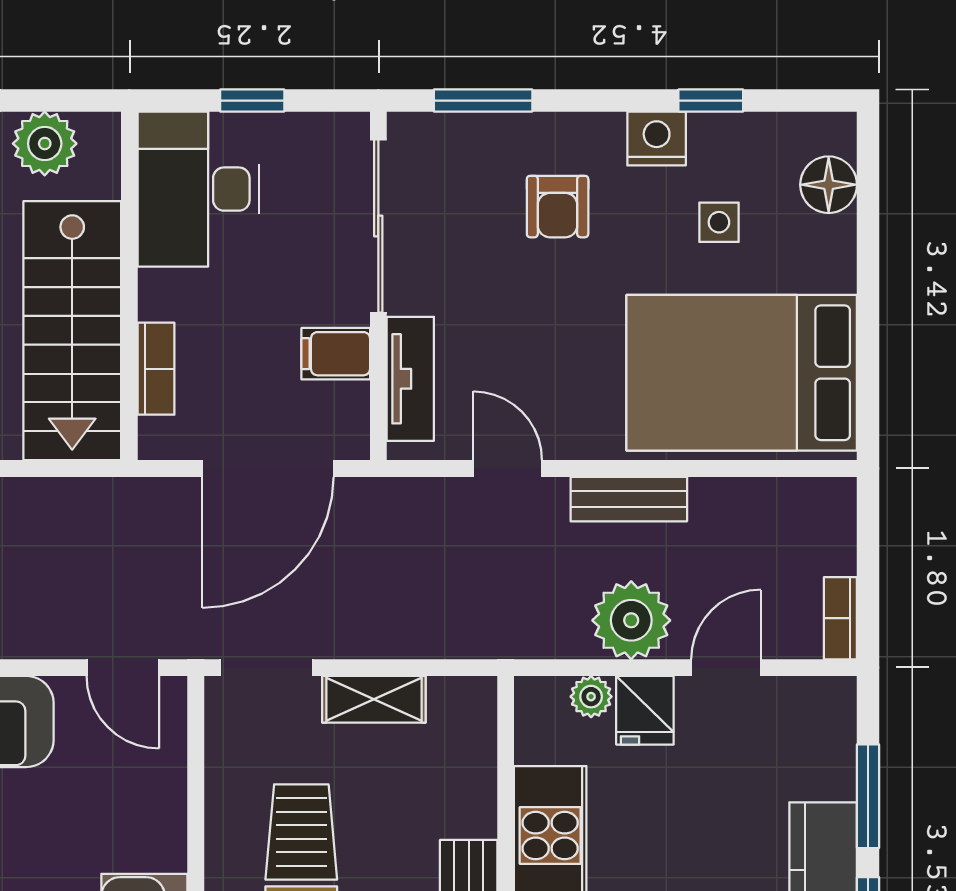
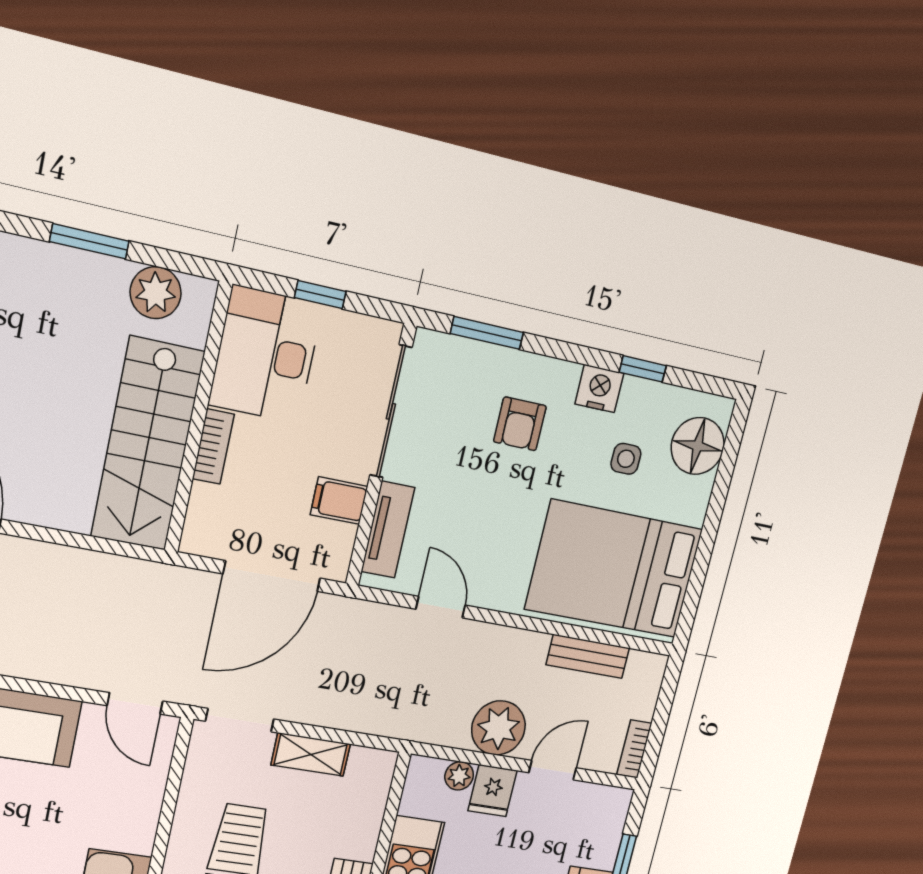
floor lamp: (829, 185) -> (698, 446), width x1.38, depth x1.38
bookcase: (156, 369) -> (213, 446), moved
bench: (629, 499) -> (588, 656), moved

